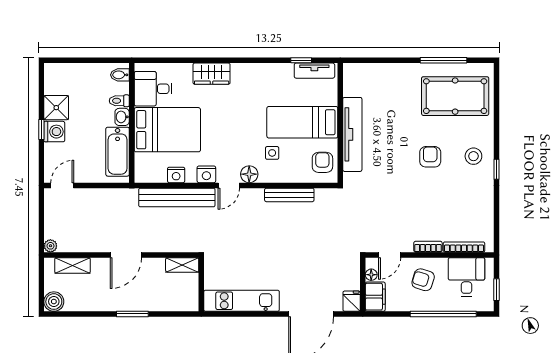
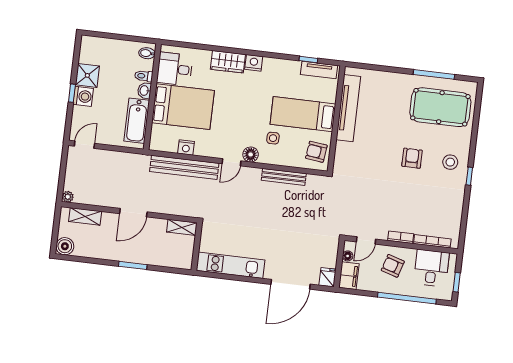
tv unit: (352, 134) -> (348, 108), moved
armchair: (322, 162) -> (316, 152), turned -83
nightstand: (206, 174) -> (254, 63), moved, turned 180

